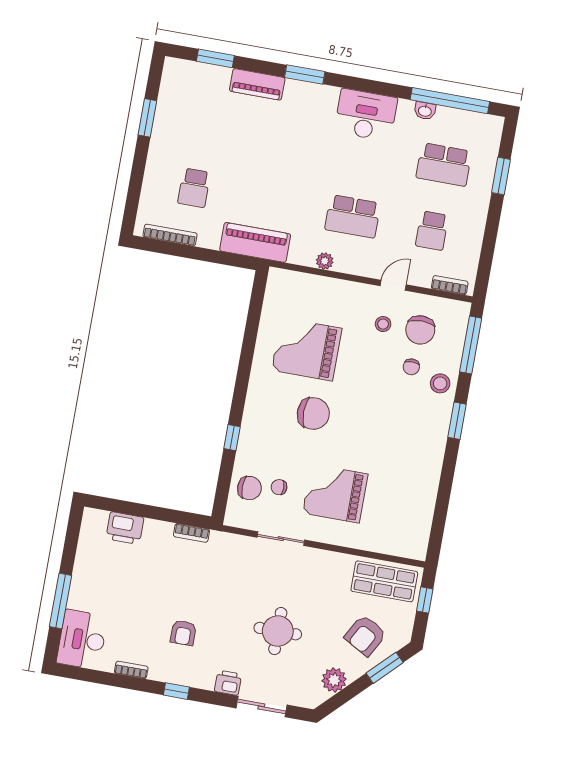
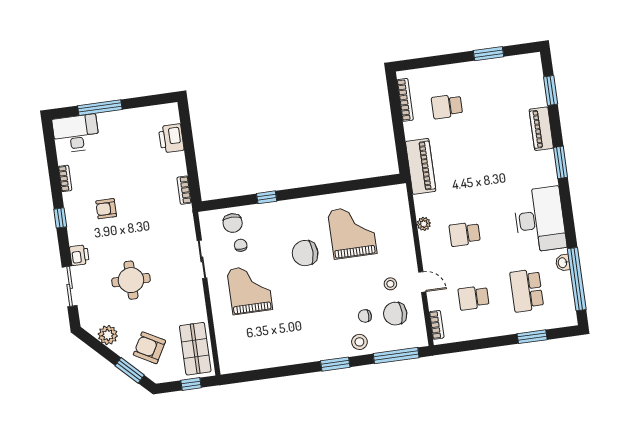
desk: (366, 115) -> (540, 220), width x1.36, depth x1.30
school desk: (353, 216) -> (465, 234), width x0.54
chair: (313, 413) -> (305, 253), turned 90

